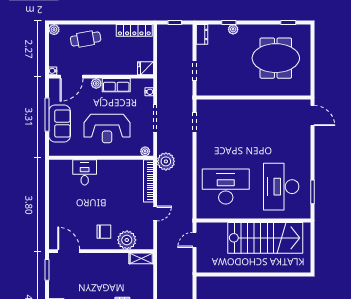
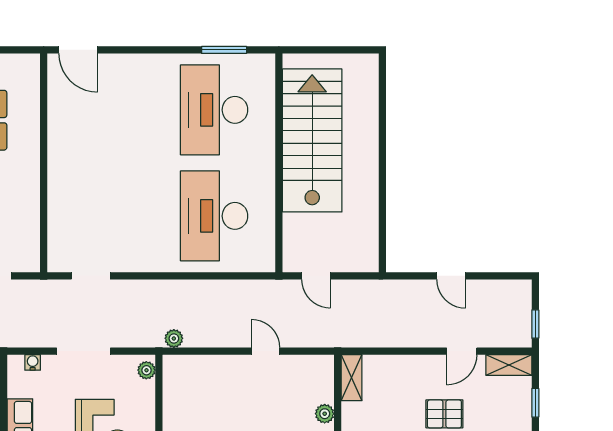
door: (312, 116) -> (78, 50), swing flipped
plant: (166, 161) -> (174, 338), width x0.53, depth x0.53
bookcase: (148, 181) -> (203, 364), removed
desk: (281, 187) -> (214, 110), turned 90
plant: (127, 240) -> (325, 414), width x0.53, depth x0.53

